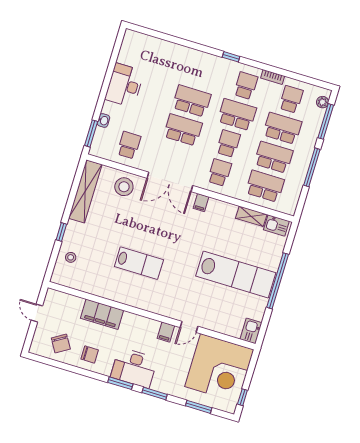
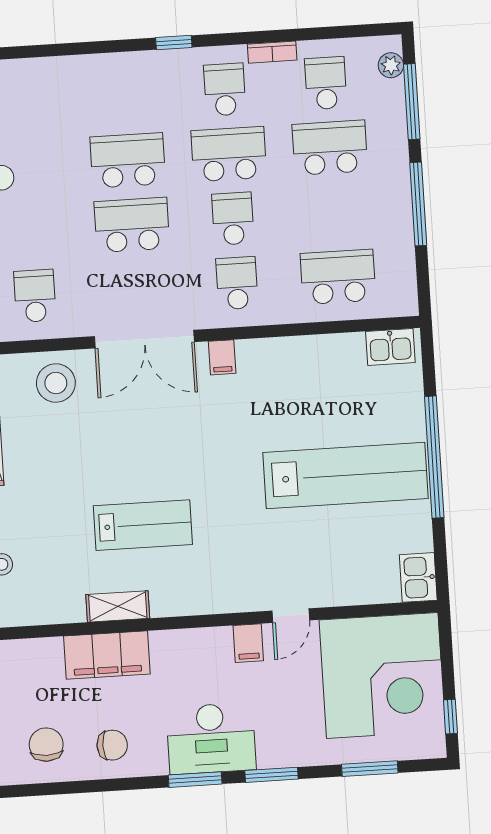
school desk: (274, 157) -> (334, 212), removed
shelving: (251, 216) -> (118, 606), moved
chair: (61, 344) -> (46, 745), turned -149

